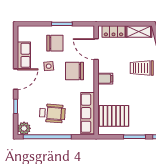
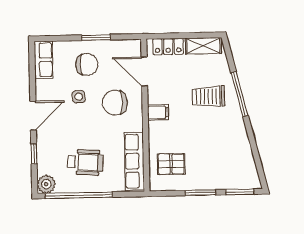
row of seats: (24, 55) -> (43, 60), moved
pallet: (114, 116) -> (171, 164), width x0.67, depth x0.71

